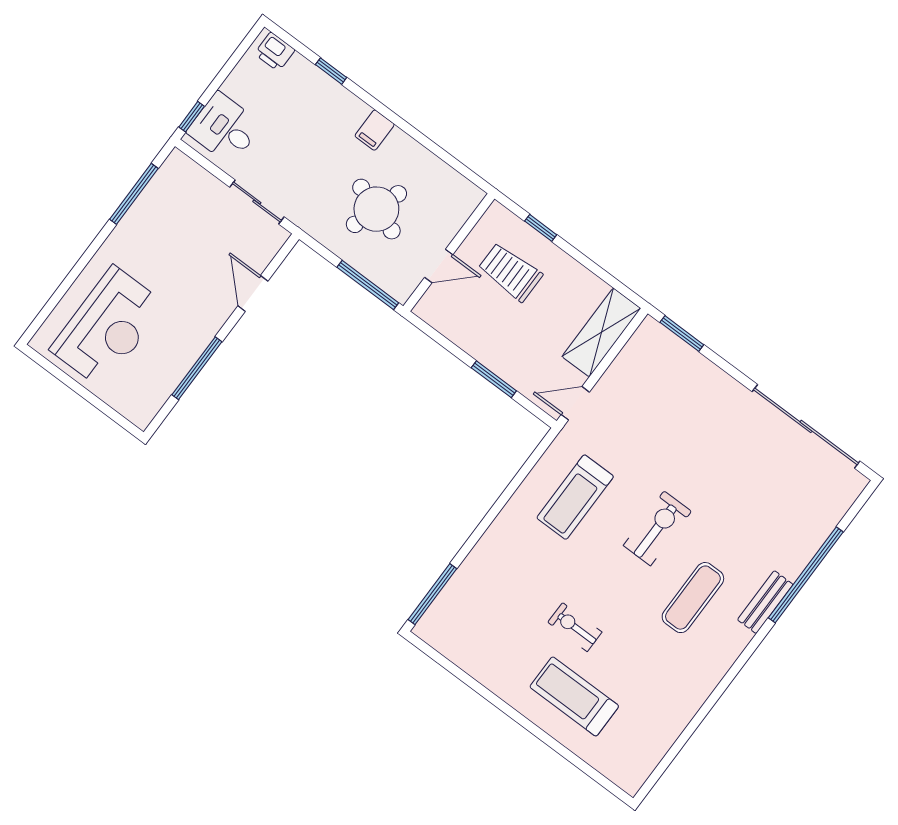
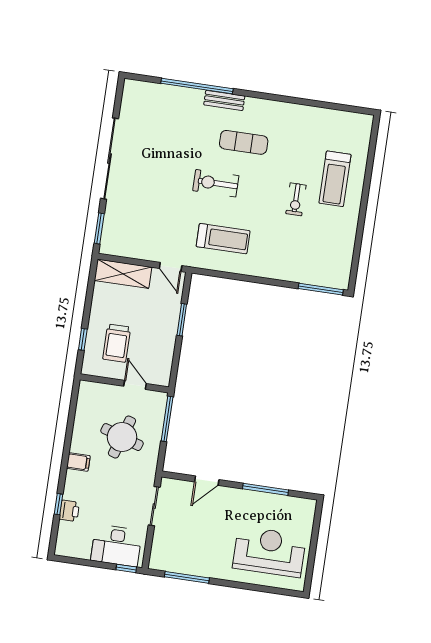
printer: (275, 52) -> (69, 511), moved
desk: (225, 128) -> (116, 546), width x1.37
sliding door: (806, 426) -> (110, 159), moved

